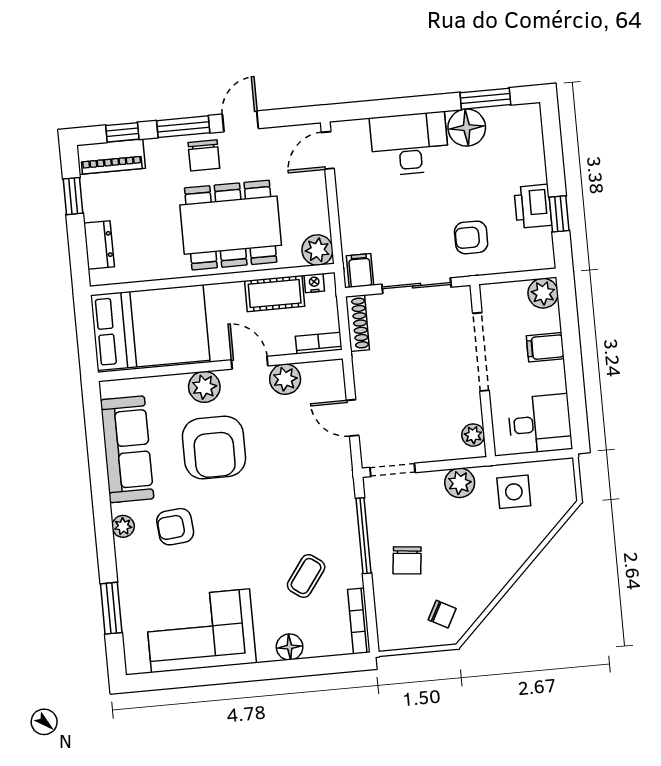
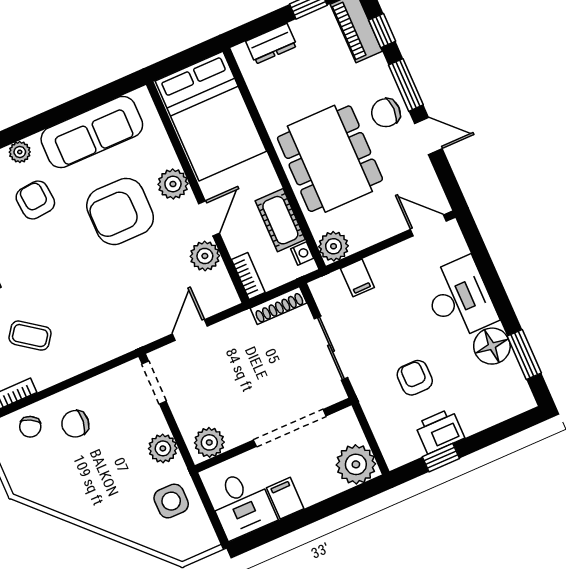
armchair: (471, 237) -> (415, 378), moved
filing cabinet: (360, 271) -> (357, 278), moved, turned 90
plant: (543, 293) -> (356, 464), width x1.36, depth x1.36
filing cabinet: (545, 347) -> (285, 498), moved
plant: (473, 435) -> (209, 442), width x1.38, depth x1.38
window: (364, 536) -> (85, 376), removed
chair: (442, 614) -> (30, 427), moved

